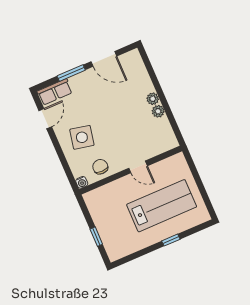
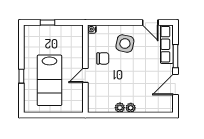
row of seats: (55, 92) -> (167, 44), width x1.48
chair: (100, 167) -> (103, 58), moved

